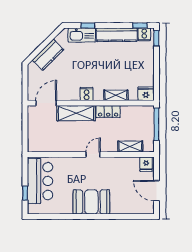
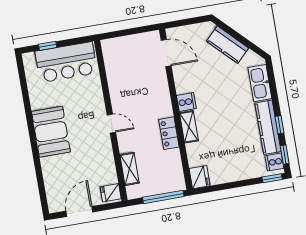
window: (88, 25) -> (279, 125), moved
shelving: (116, 95) -> (189, 127), moved
shelving: (76, 113) -> (160, 93), removed

